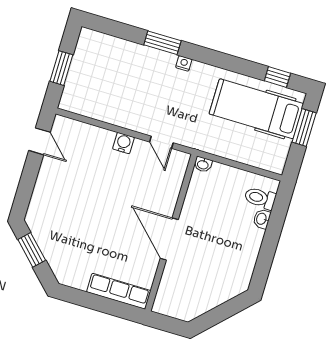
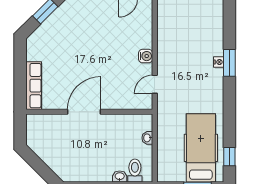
nightstand: (184, 63) -> (219, 62), moved
washbasin: (203, 164) -> (147, 138), moved

